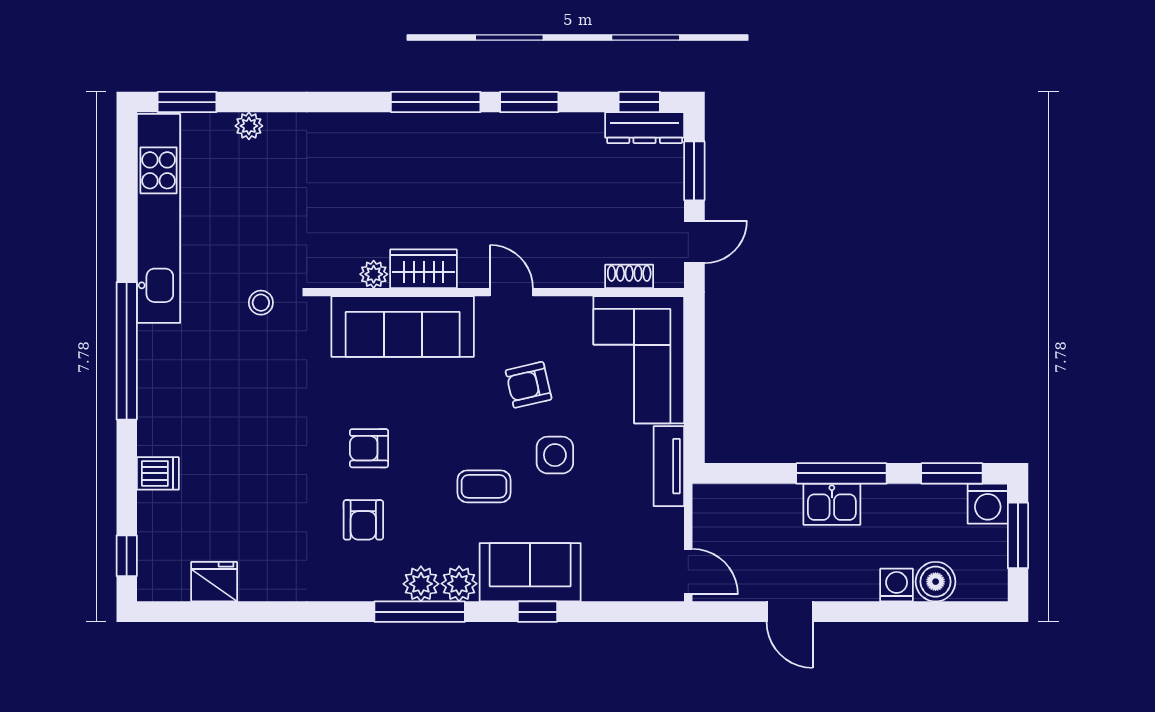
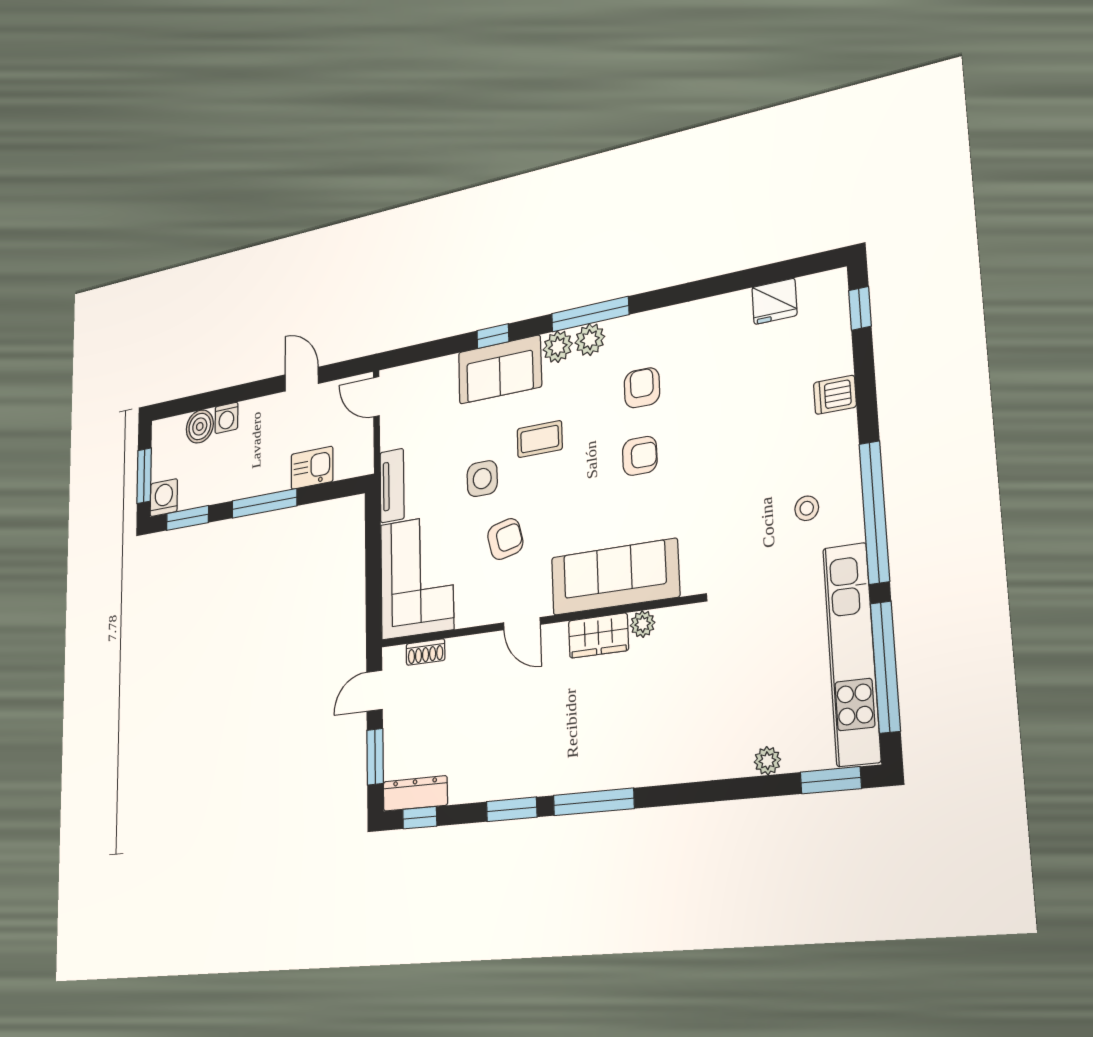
window: (127, 202) -> (885, 667), added
stool: (261, 303) -> (807, 508), moved
kitchen sink: (832, 504) -> (312, 468), moved

